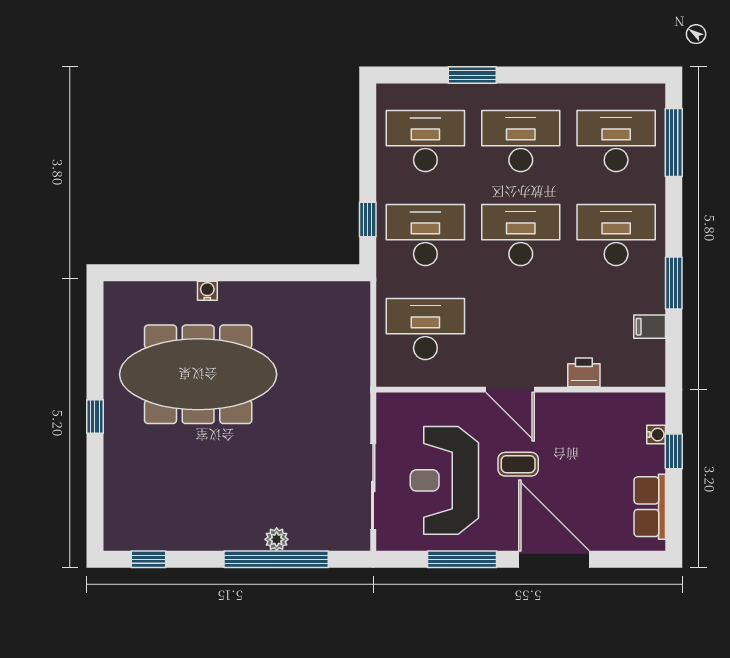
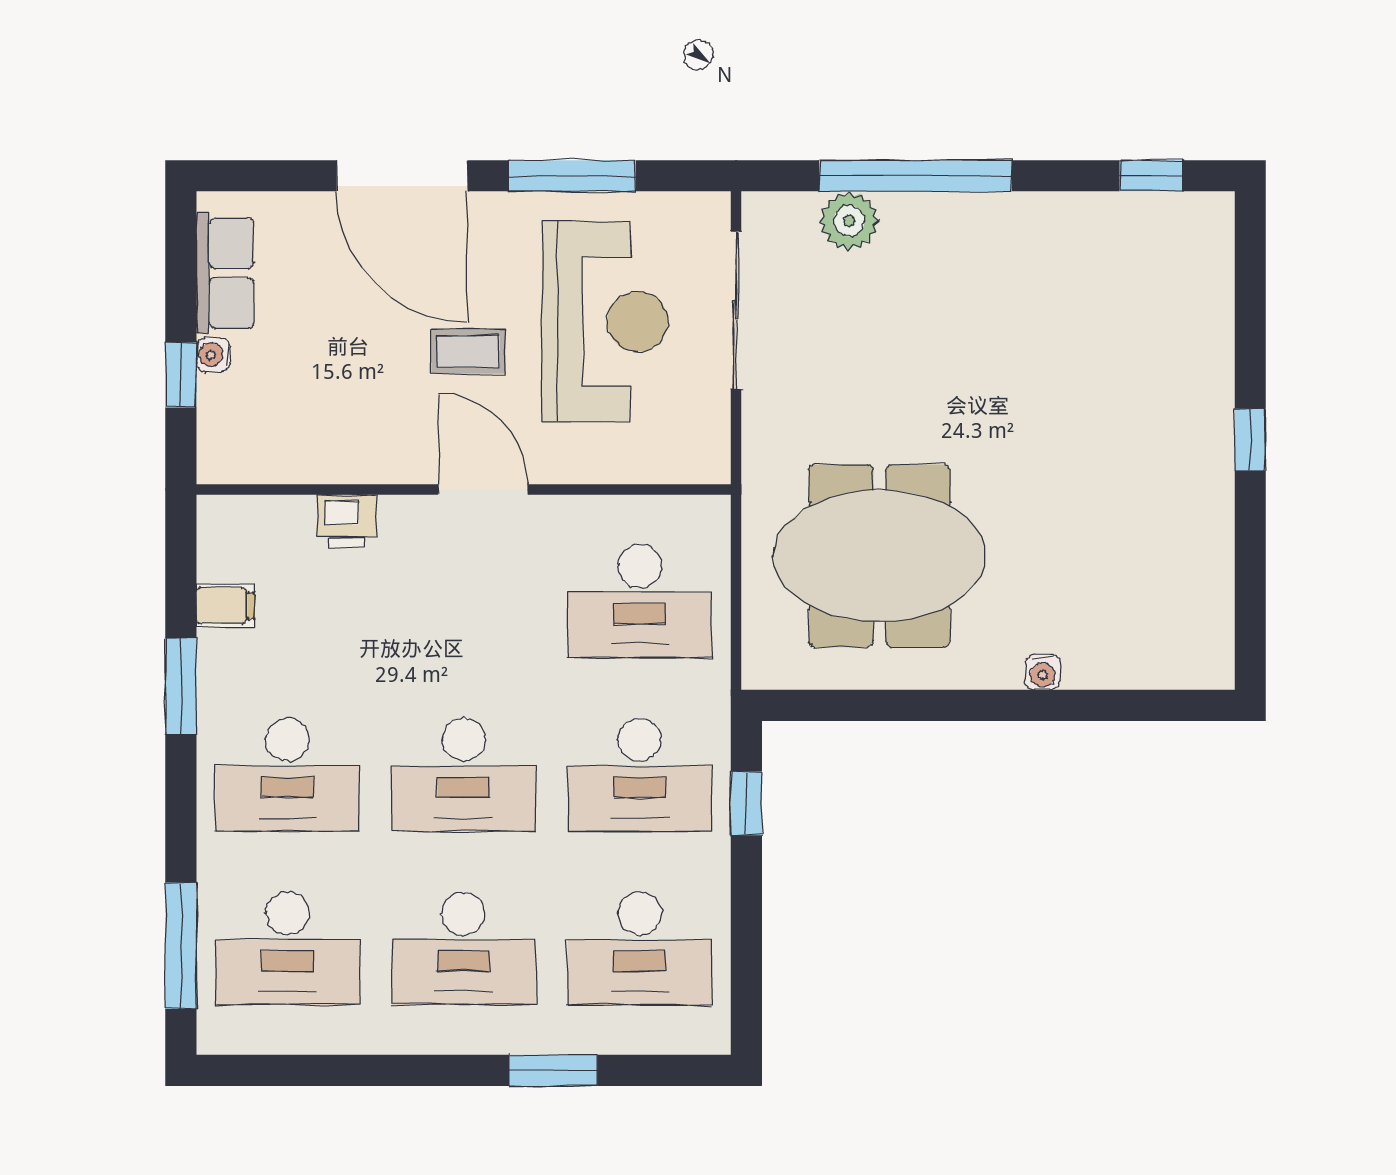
meeting table: (198, 374) -> (879, 556), moved, width x0.73
water cooler: (656, 435) -> (213, 355), moved
plant: (277, 539) -> (849, 221), moved, width x1.38, depth x1.38

